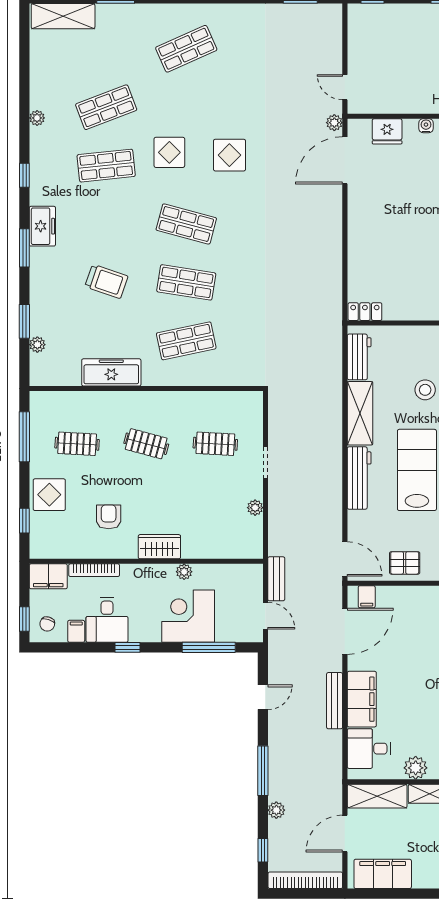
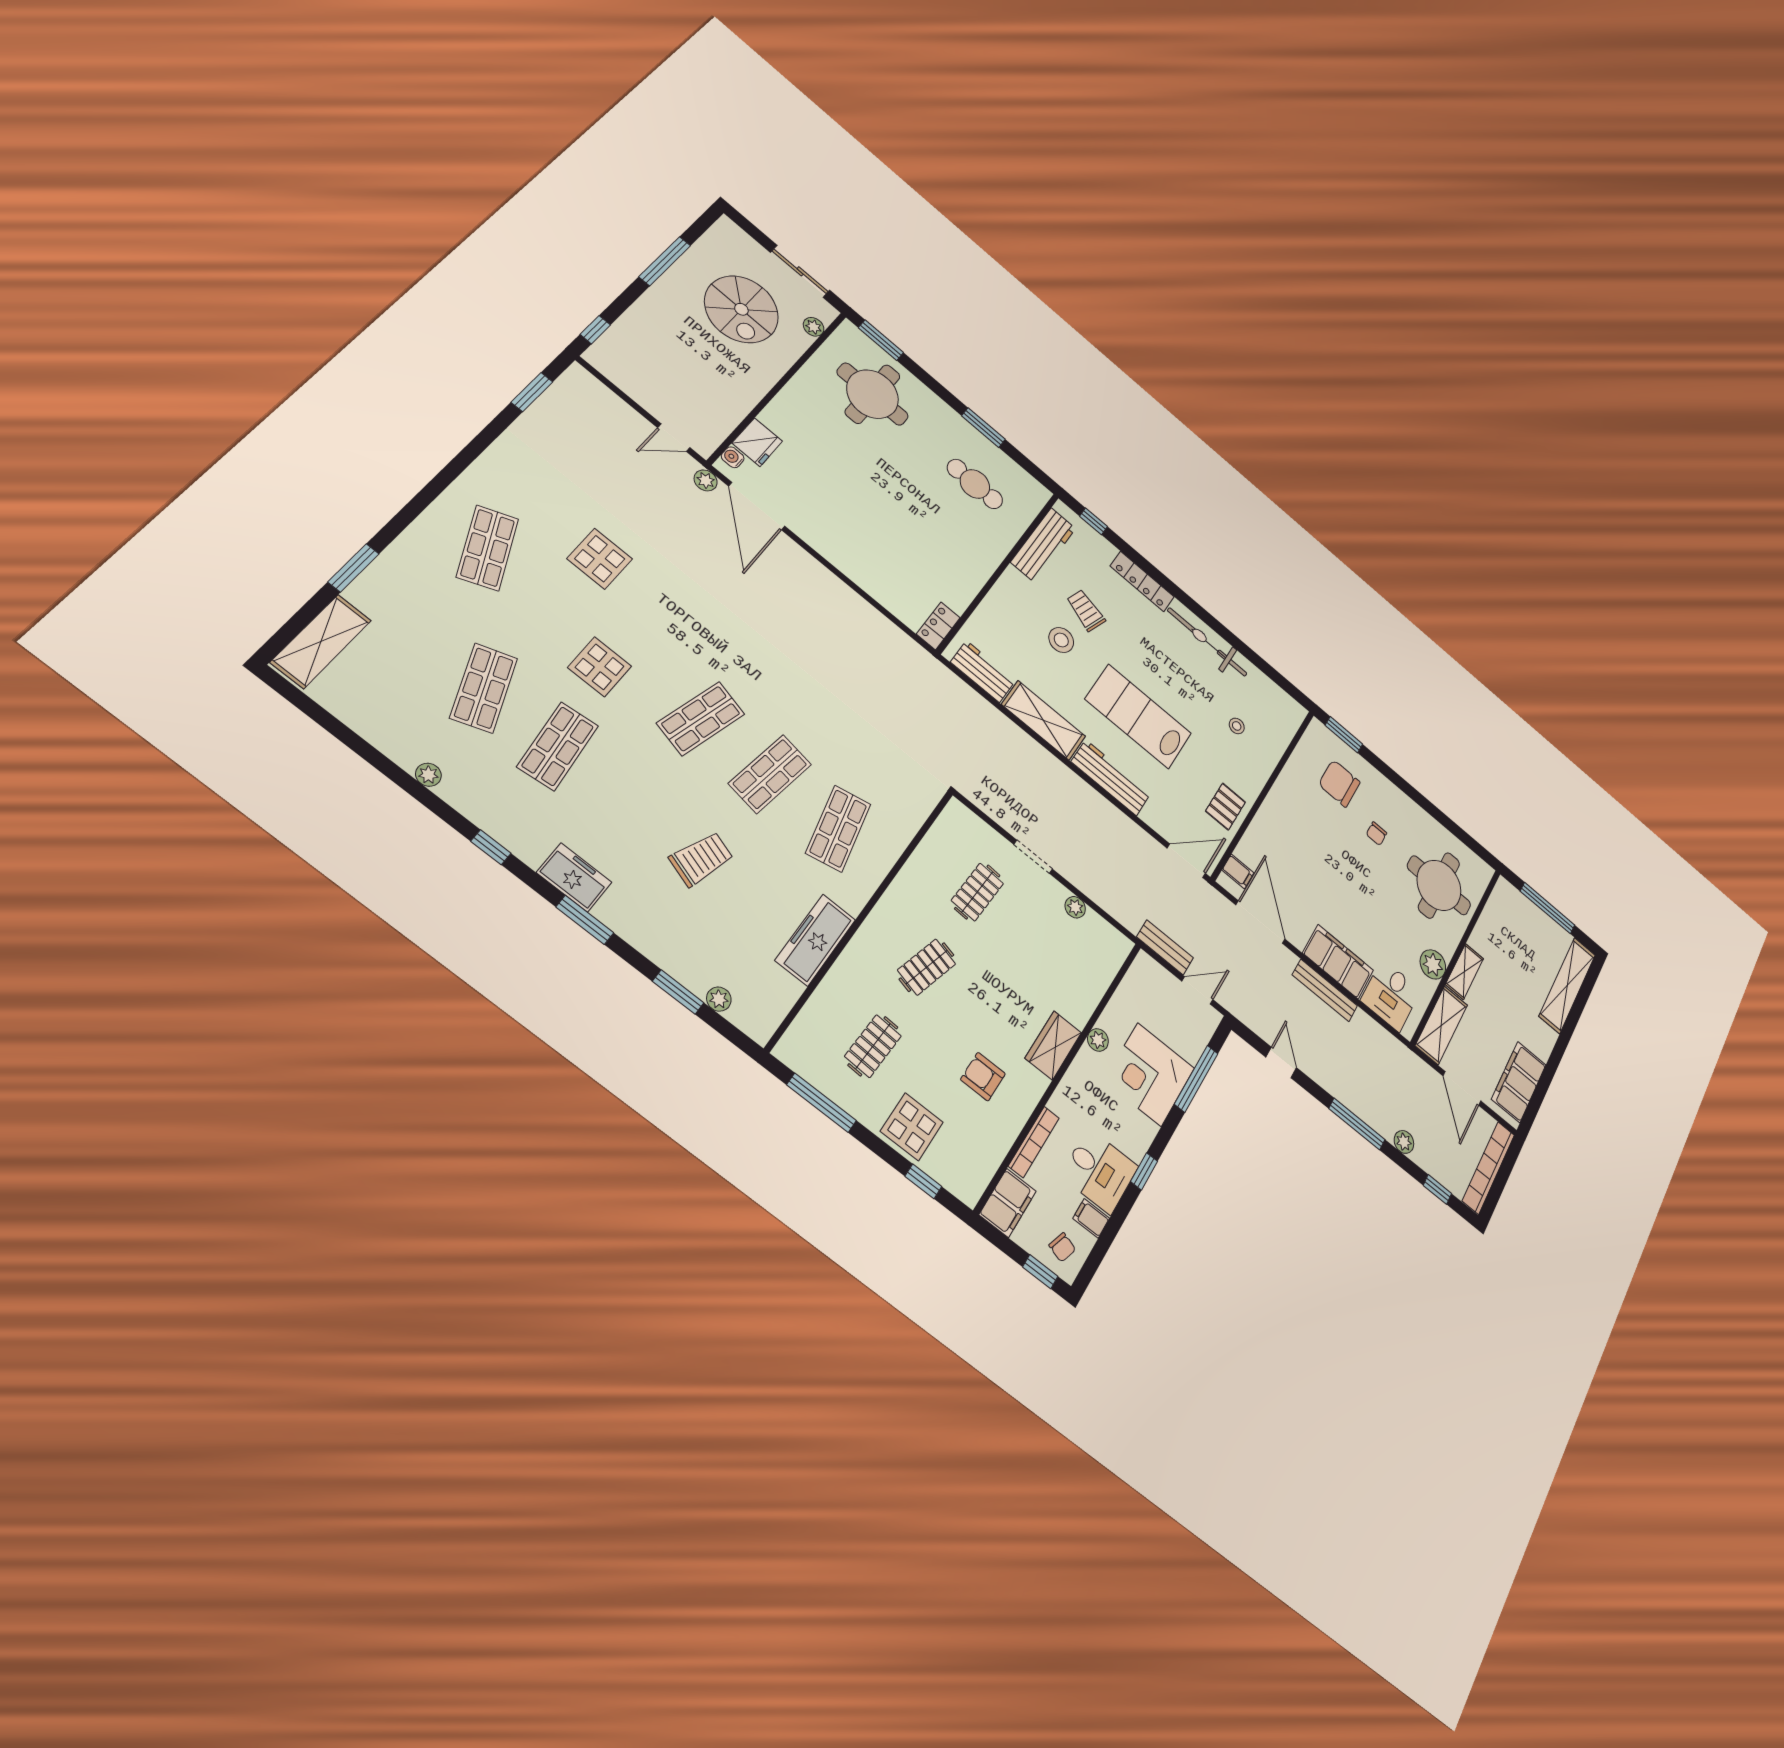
water cooler: (426, 126) -> (733, 457), moved
display table: (229, 155) -> (600, 559), moved

